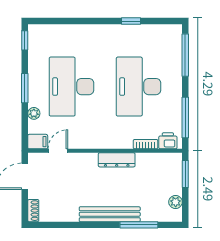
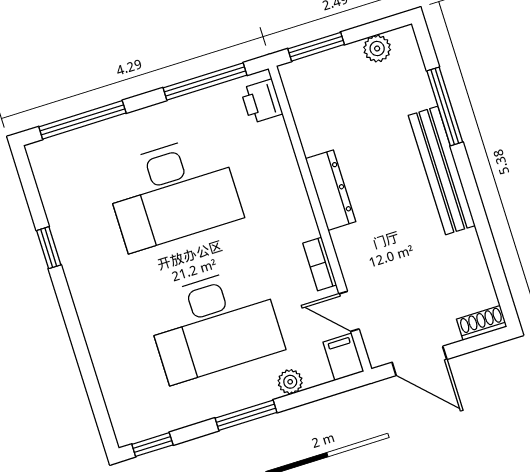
bookcase: (146, 144) -> (320, 264), moved

